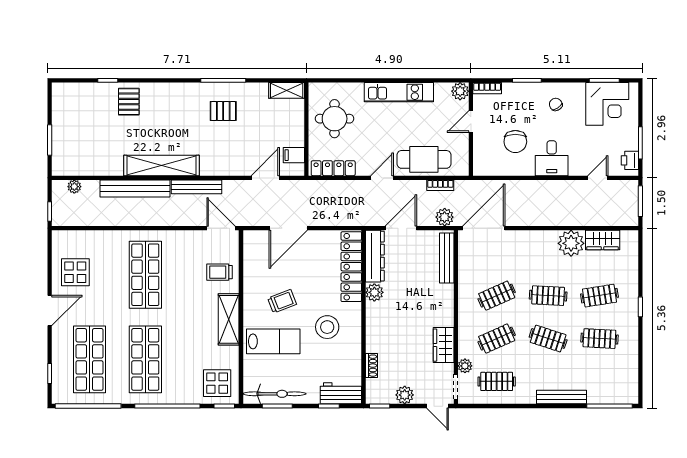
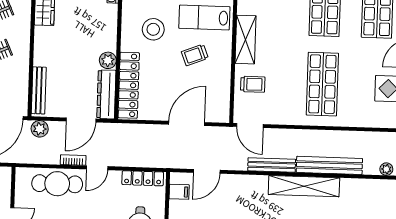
bookcase: (440, 185) -> (73, 160), moved

